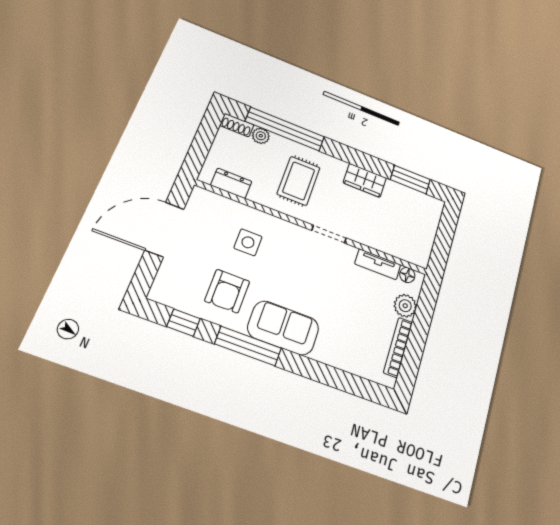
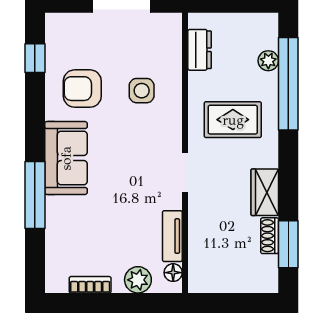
shoe rack: (237, 125) -> (270, 236), moved
window: (248, 346) -> (35, 195), moved
bookcase: (398, 347) -> (90, 285), width x0.64

